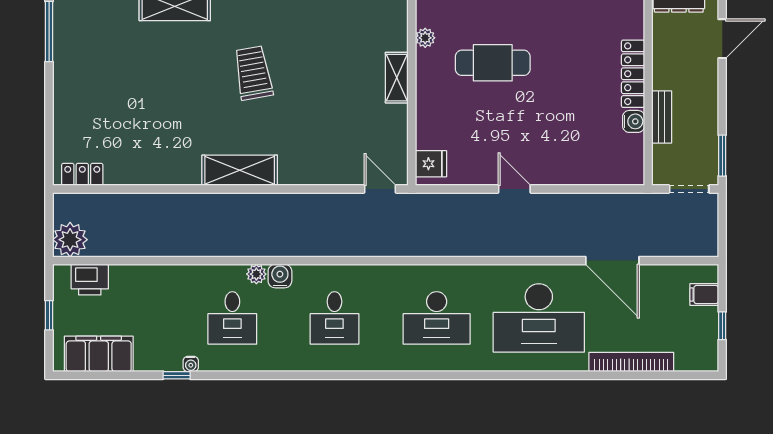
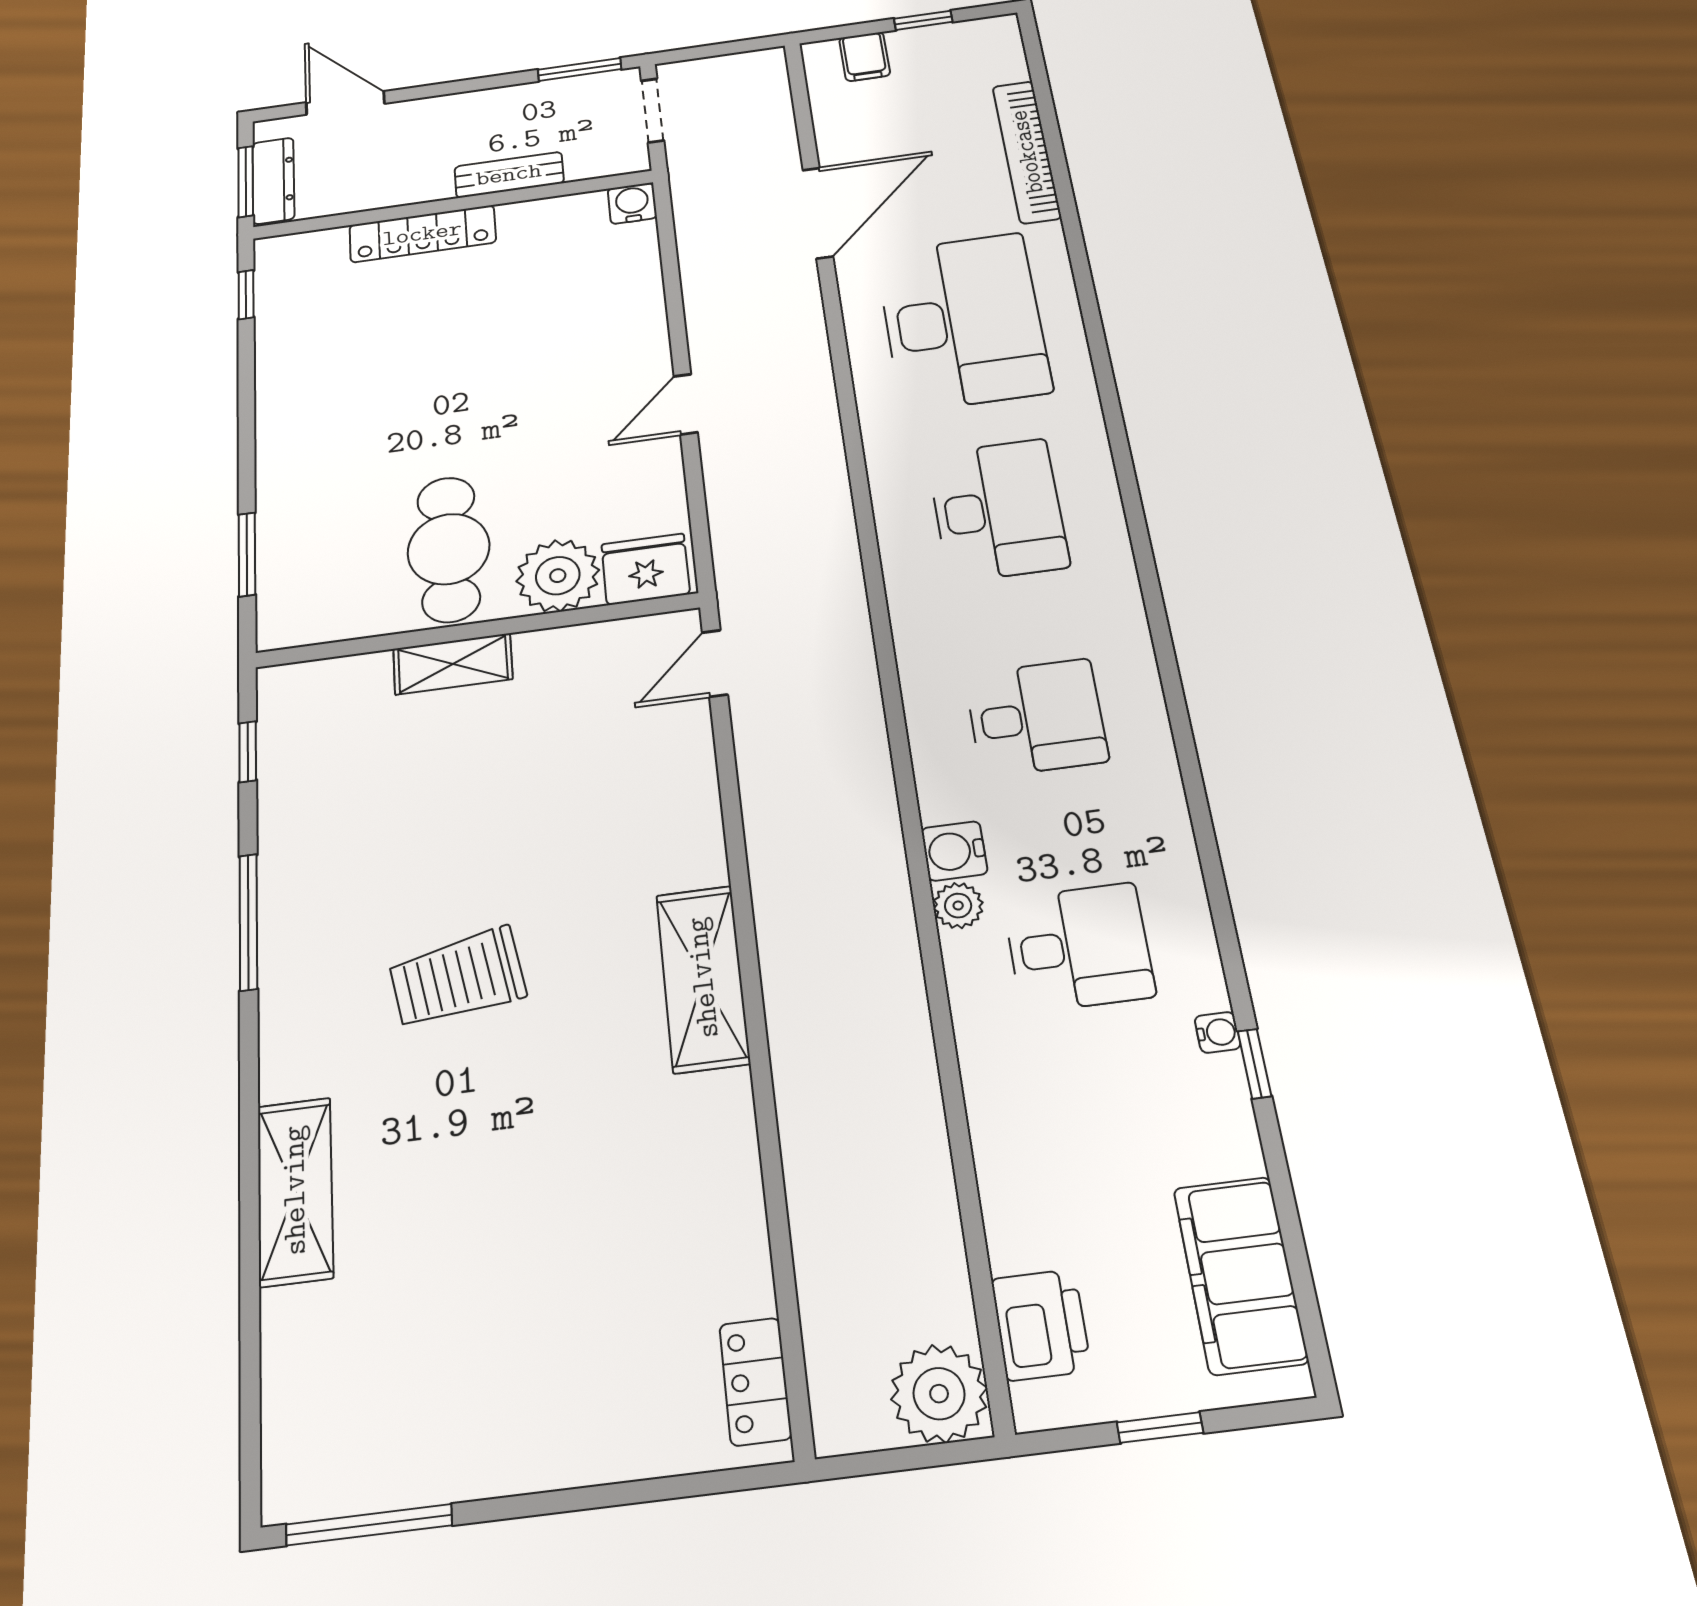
plant: (425, 38) -> (558, 576), moved, width x1.88, depth x1.88
cafe table: (493, 63) -> (449, 549), moved
water cooler: (634, 121) -> (632, 203), moved
fridge: (431, 164) -> (646, 569), width x1.38

